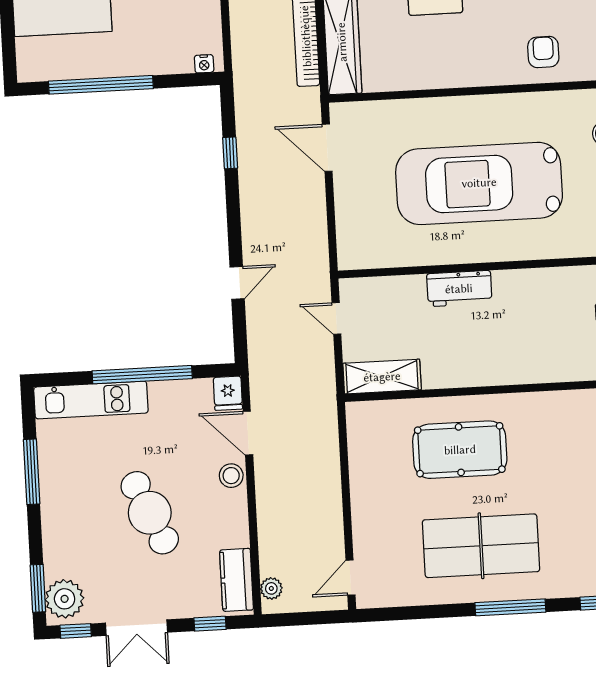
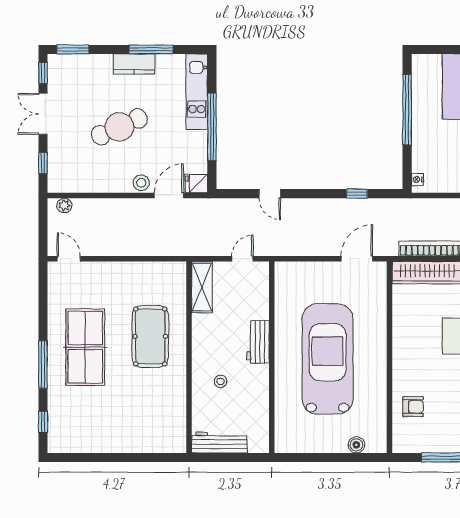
stool: (521, 341) -> (220, 381), added
kitchen counter: (236, 580) -> (134, 64), moved, turned 180
plant: (65, 599) -> (65, 67), removed

